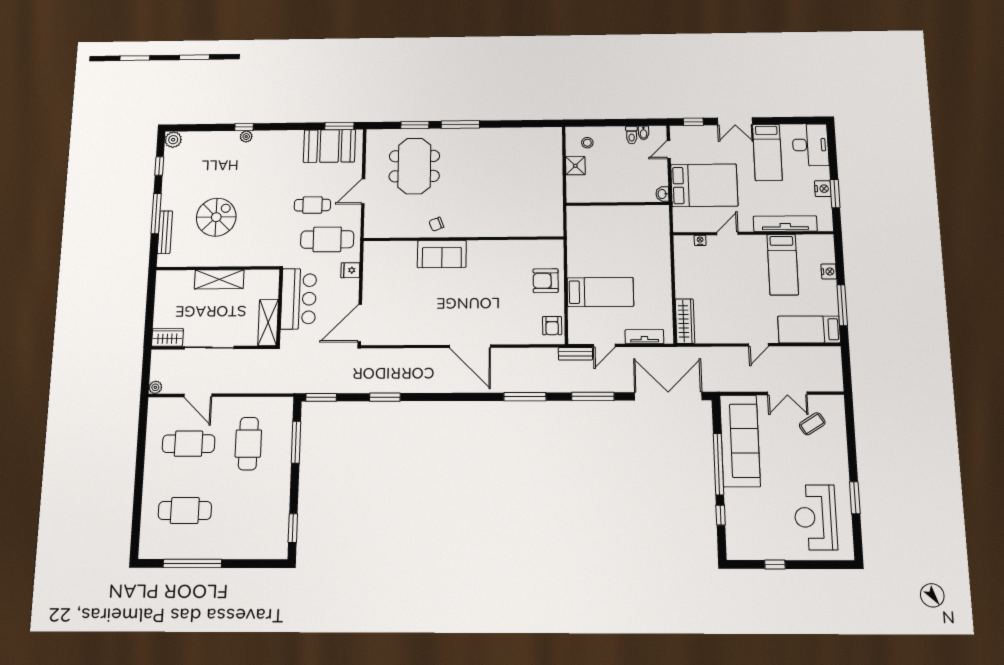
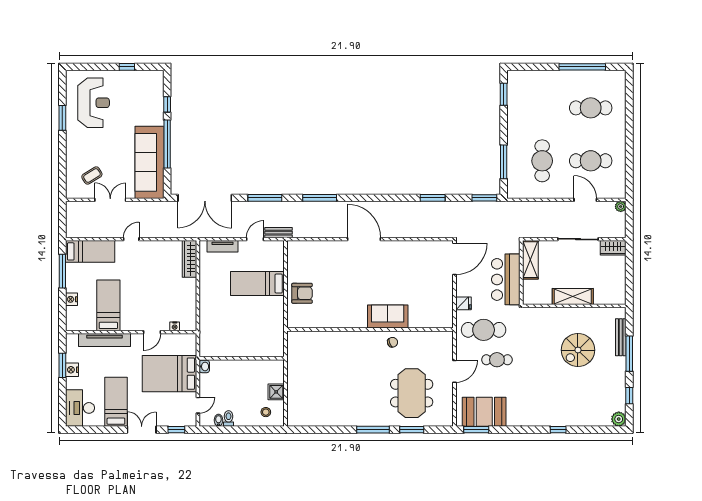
plant: (246, 137) -> (556, 421), removed
armchair: (552, 326) -> (297, 256), removed

